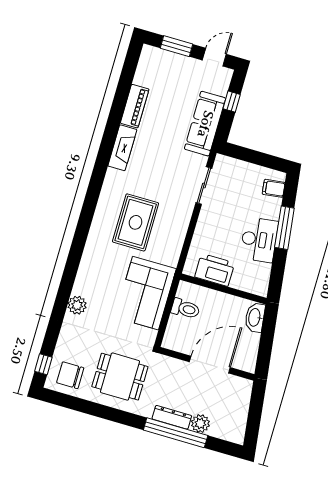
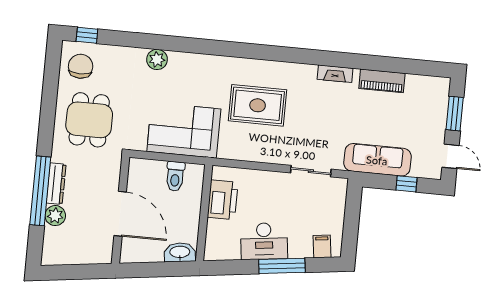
fireplace: (122, 148) -> (335, 74), width x0.73, depth x0.76

